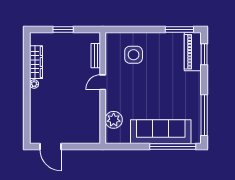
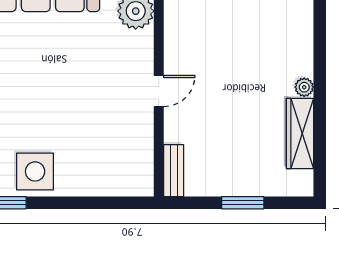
side table: (134, 55) -> (35, 171), moved
bench: (96, 56) -> (174, 171), moved

